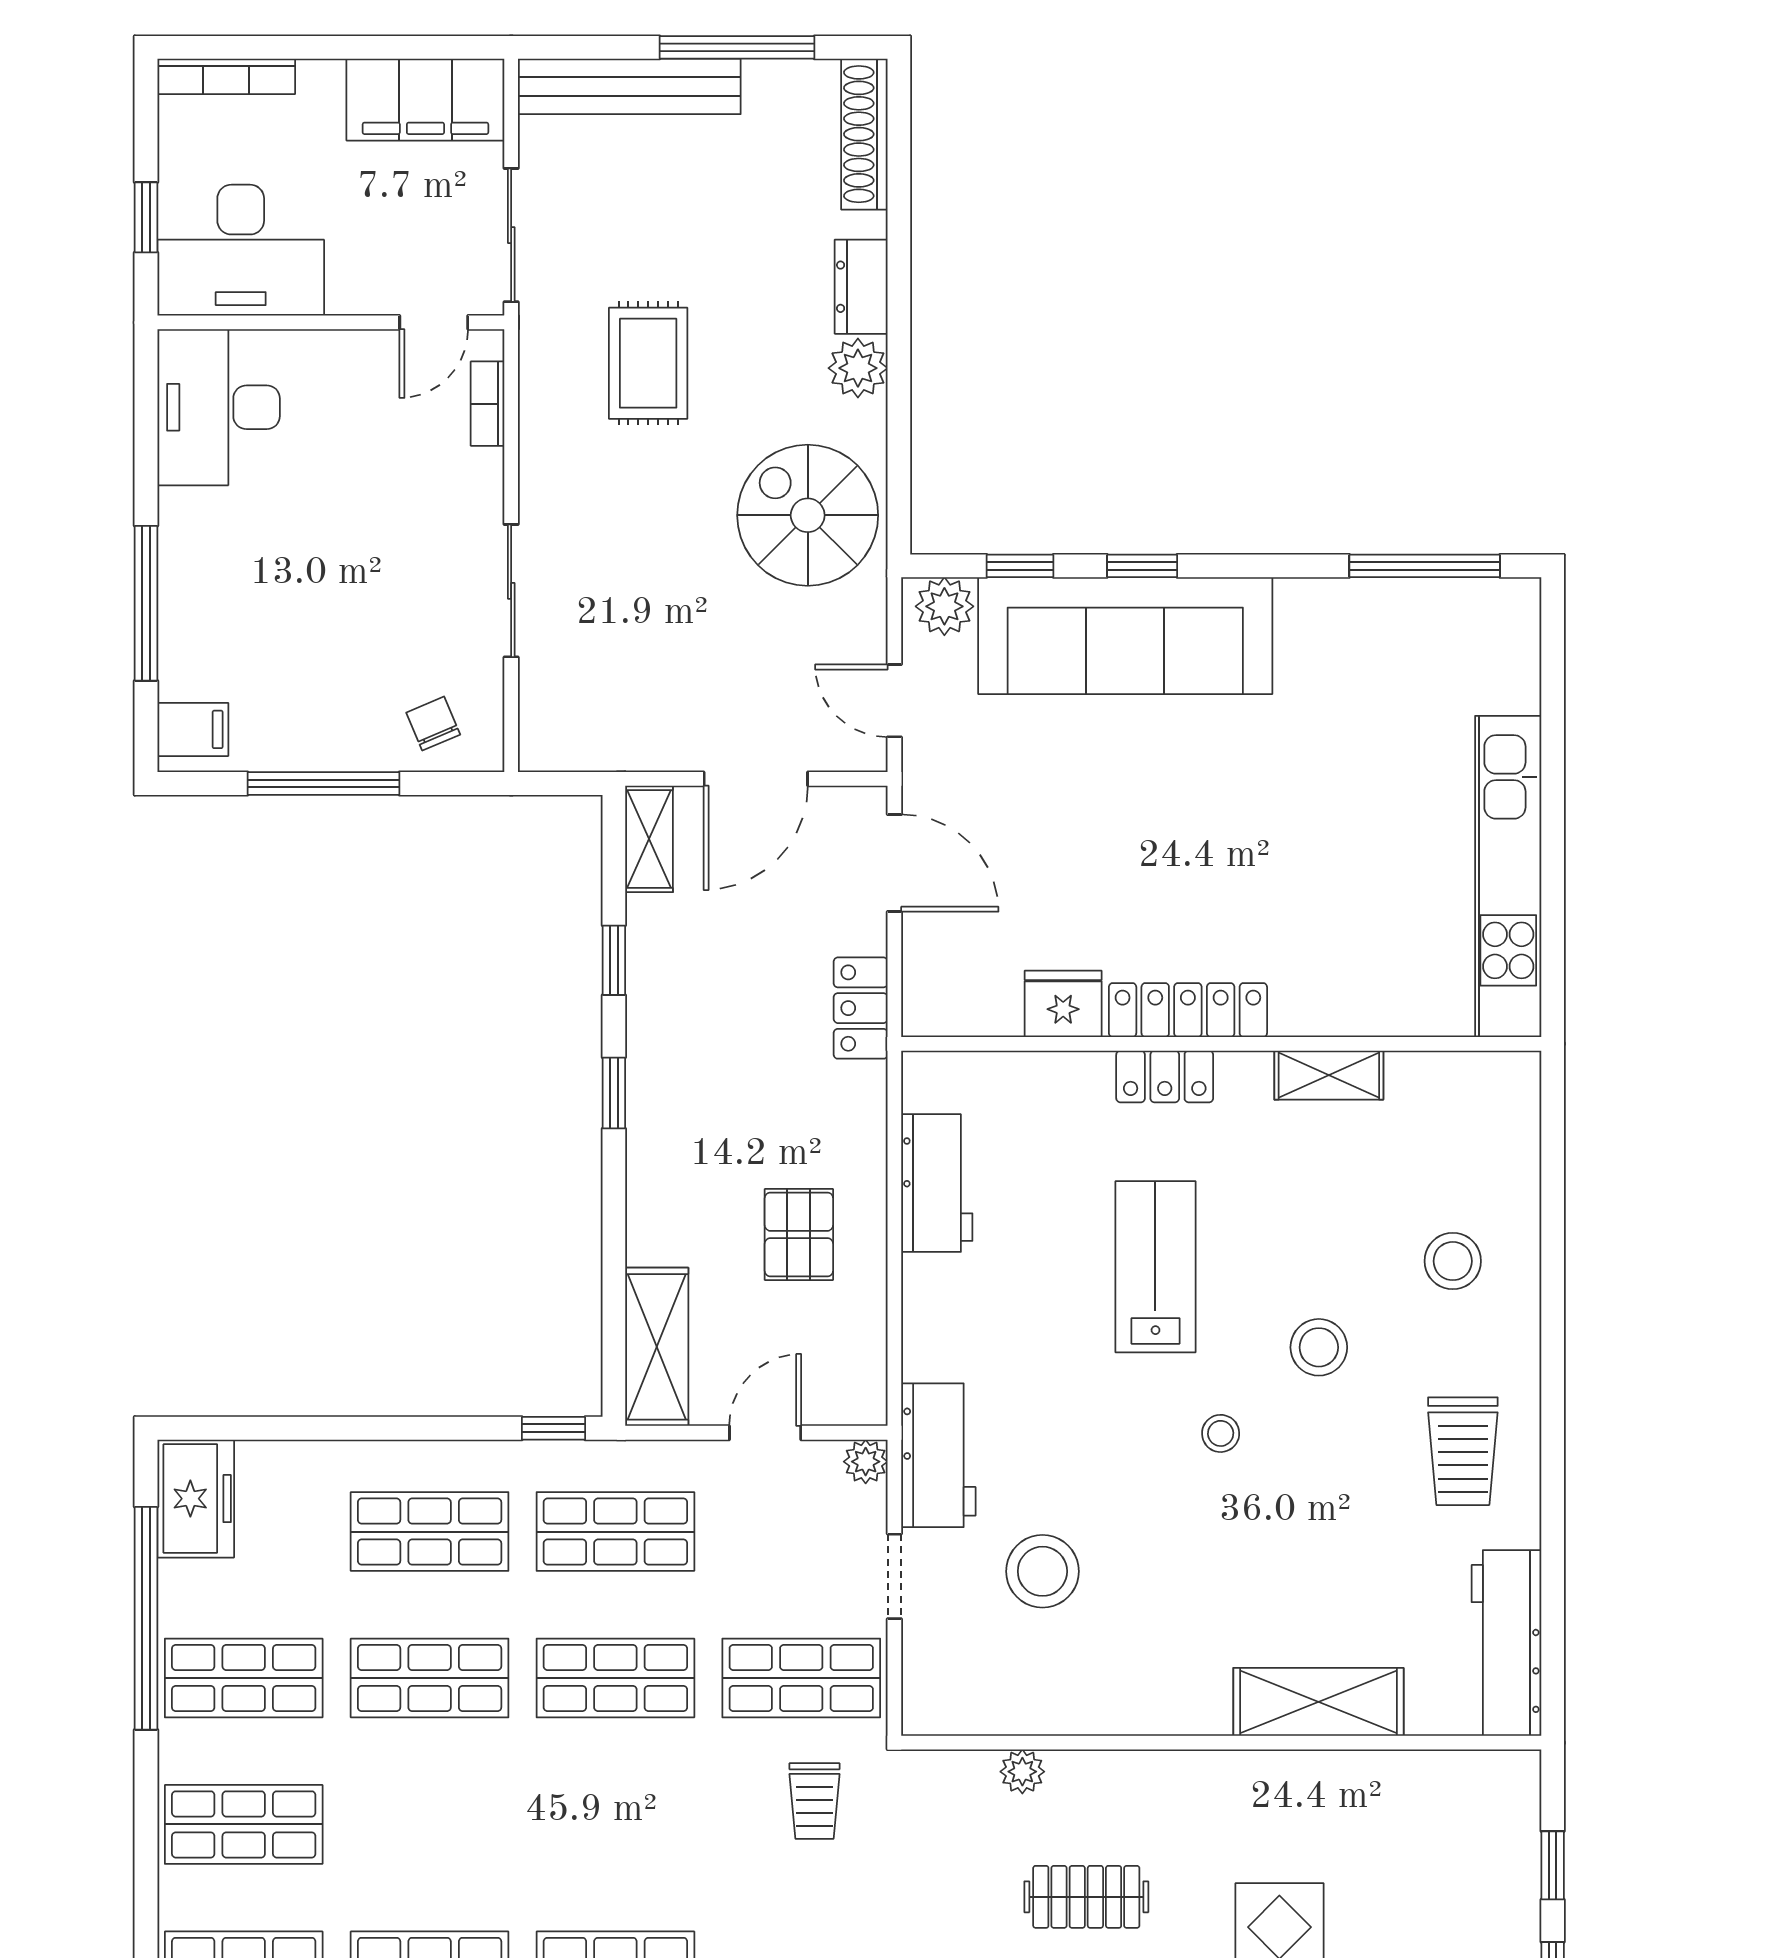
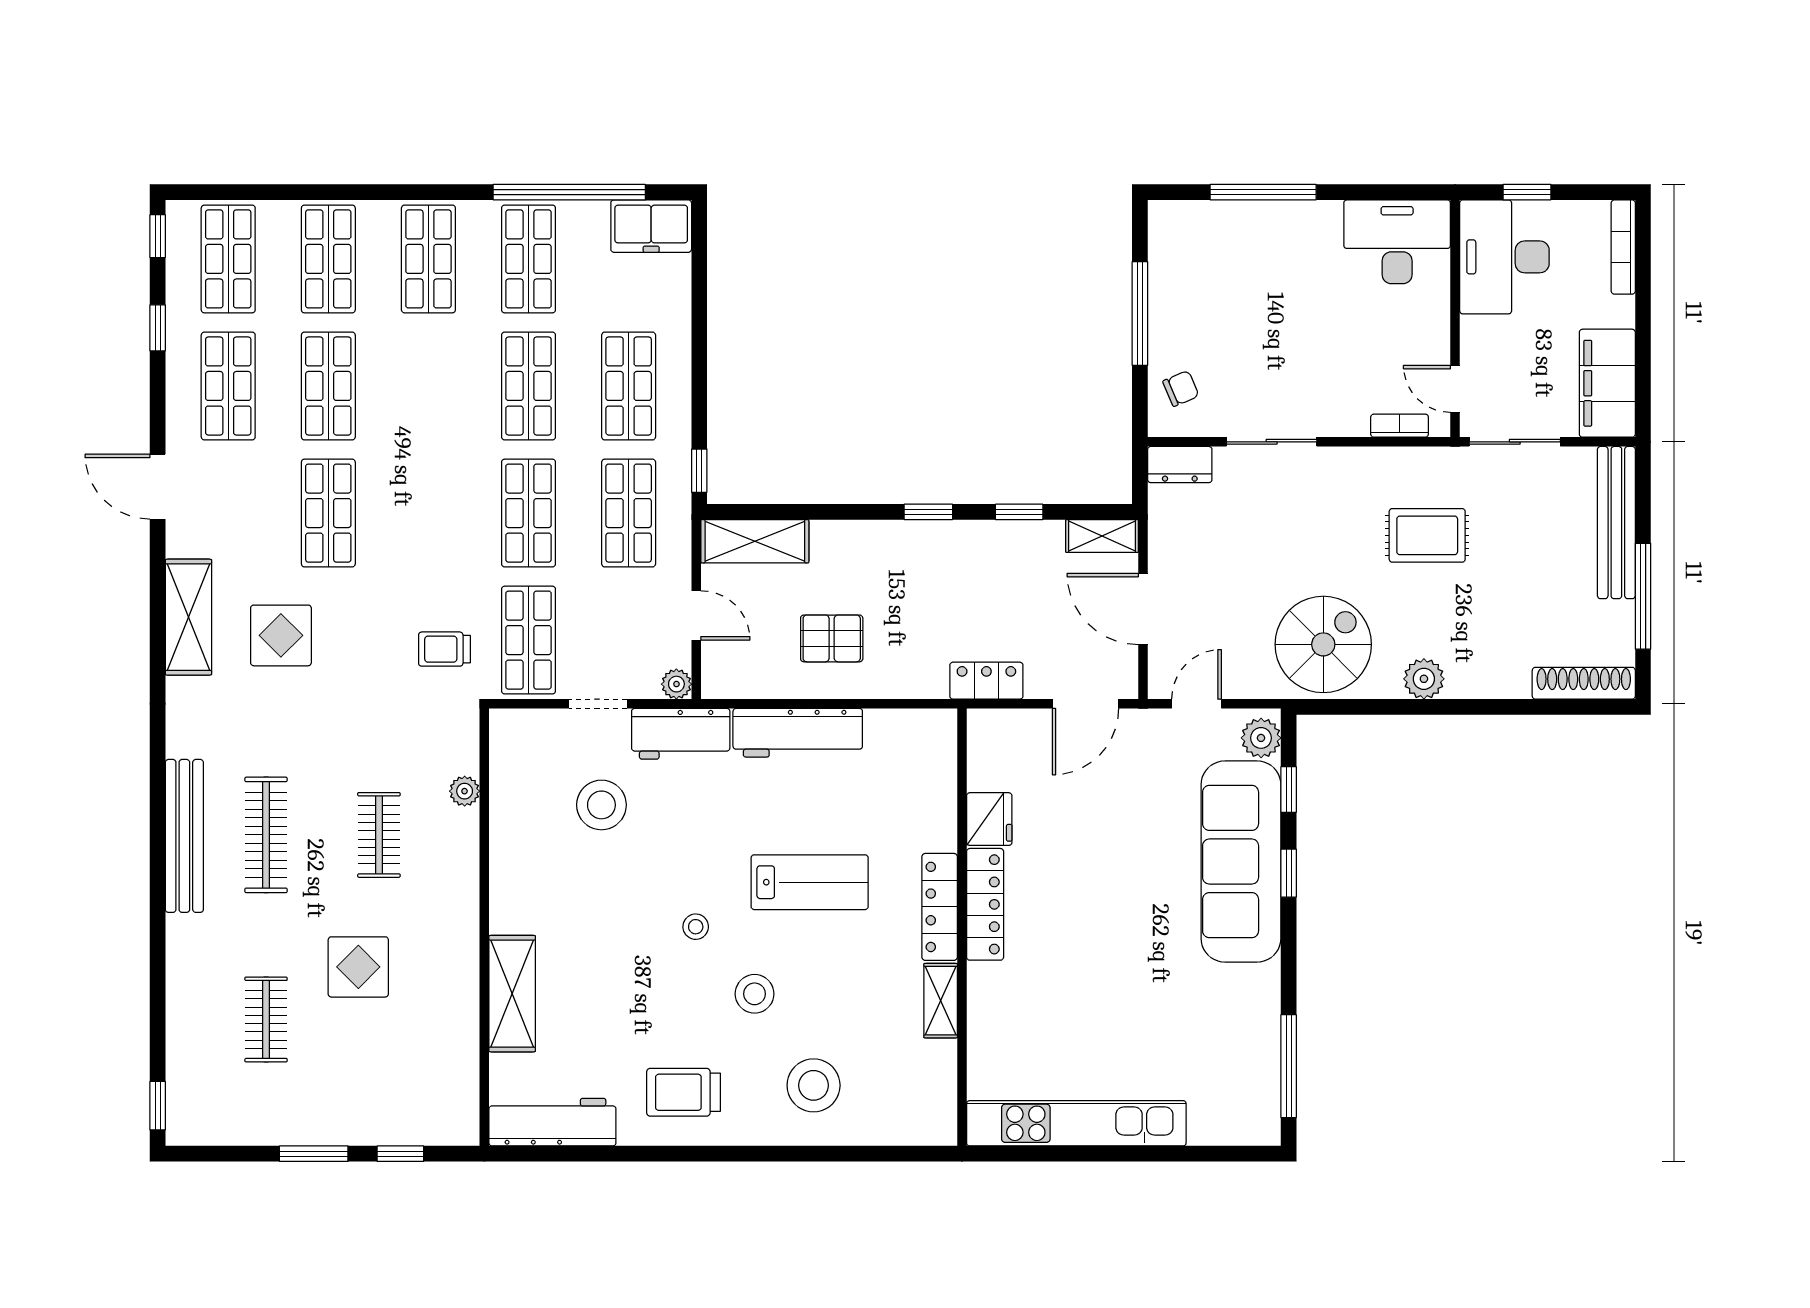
dresser: (861, 287) -> (1180, 465), moved, turned 180
filing cabinet: (193, 729) -> (1177, 224), removed
locker: (1165, 1077) -> (940, 907), width x1.53
workbench: (937, 1183) -> (798, 733), moved, width x1.37
stool: (1453, 1261) -> (814, 1085), width x1.38, depth x1.38

